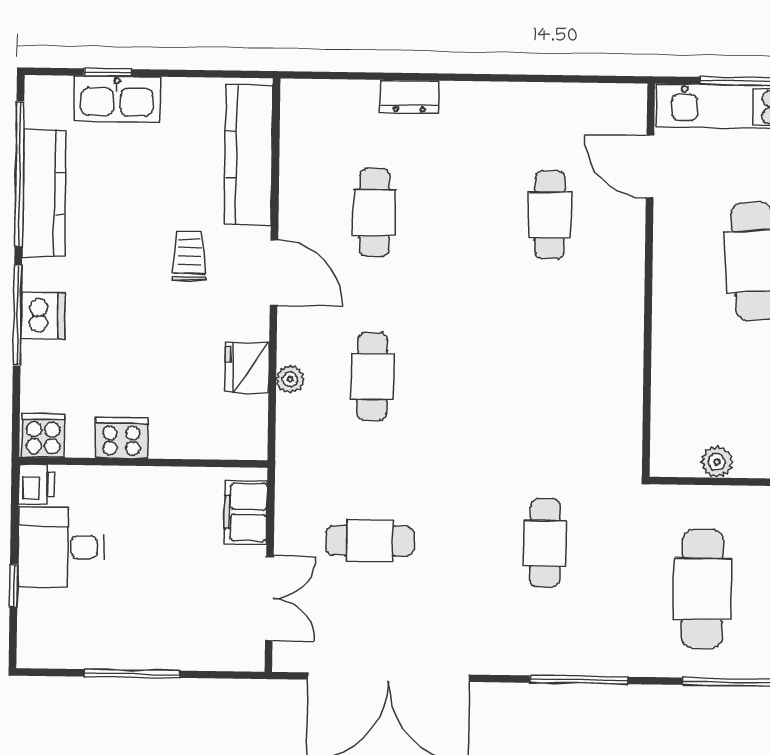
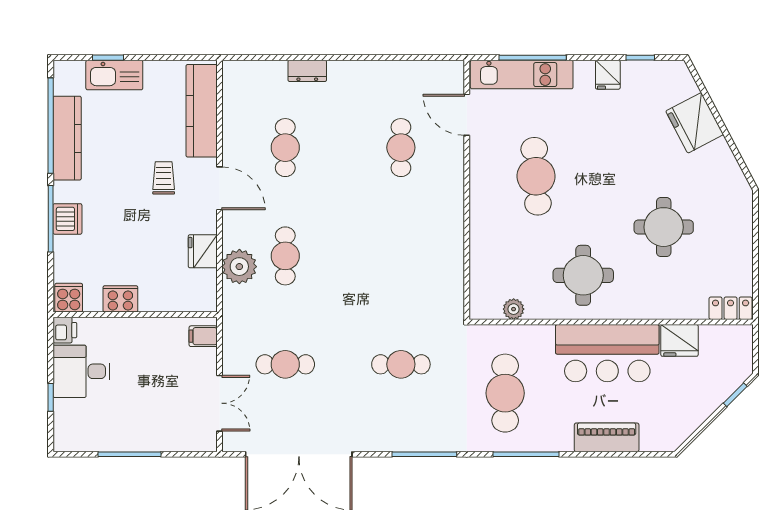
plant: (290, 379) -> (239, 267), width x1.87, depth x1.87
filing cabinet: (246, 512) -> (203, 336), width x0.50
cafe table: (545, 543) -> (401, 364), turned 90

